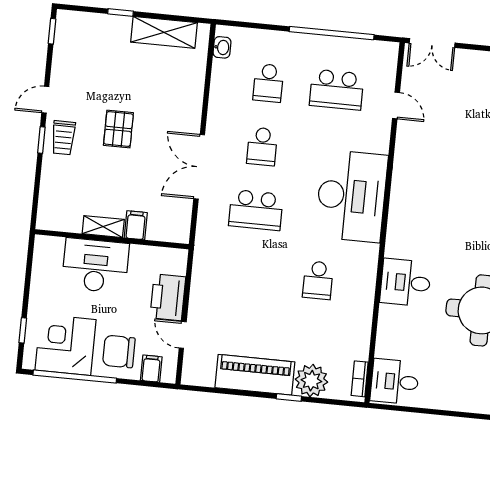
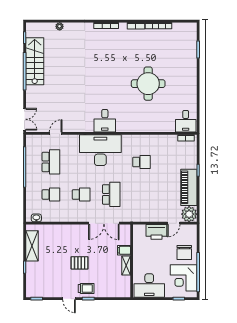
double door: (199, 167) -> (104, 223), moved
desk: (95, 266) -> (149, 286), moved, turned -90
desk: (405, 283) -> (105, 121), moved
filing cabinet: (151, 369) -> (191, 236), removed
plant: (311, 381) -> (189, 214), moved

